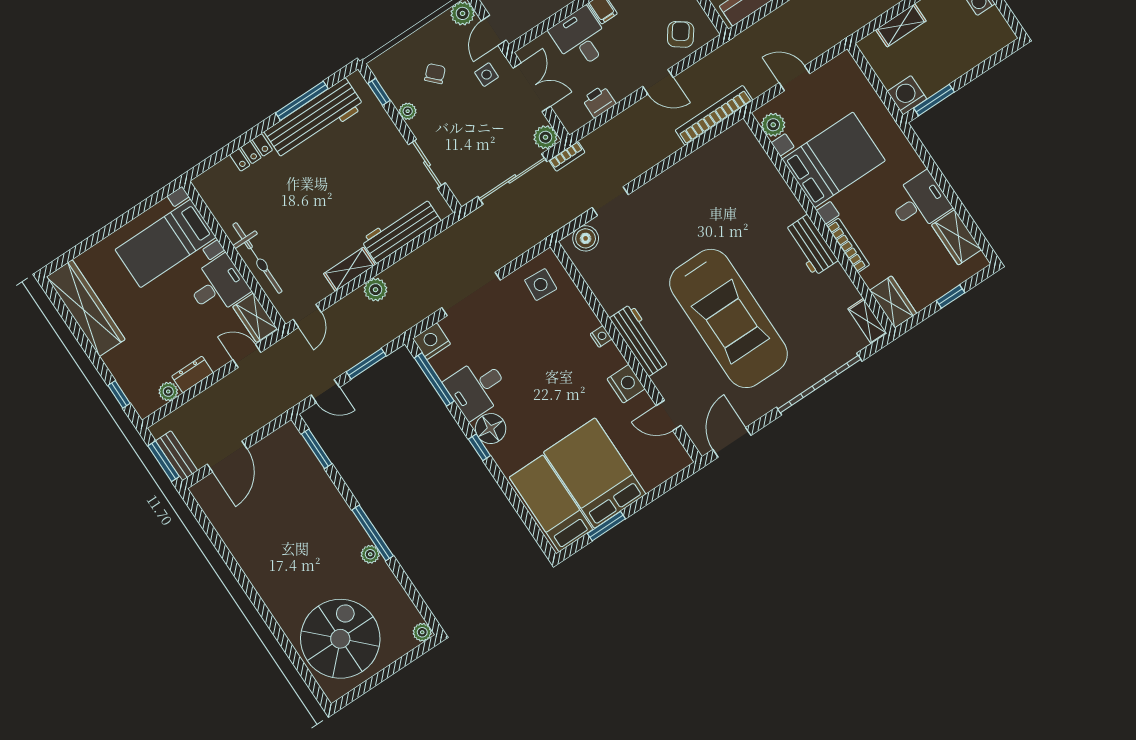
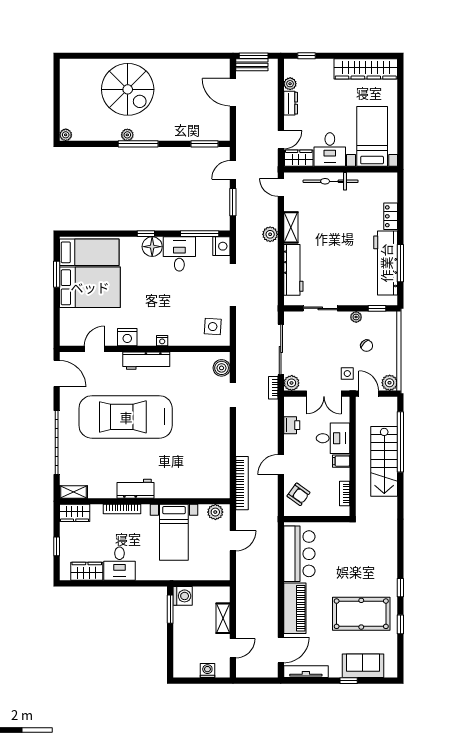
bed with nightstands: (834, 160) -> (174, 532), width x0.73
spiral stairs: (340, 639) -> (128, 89), moved

